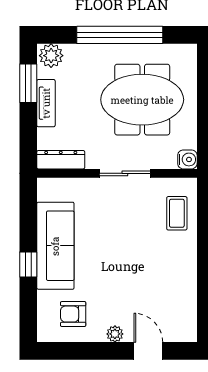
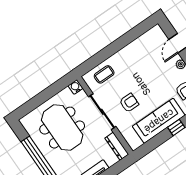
sliding door: (125, 173) -> (102, 112), width x1.37
armchair: (111, 221) -> (129, 103), added

